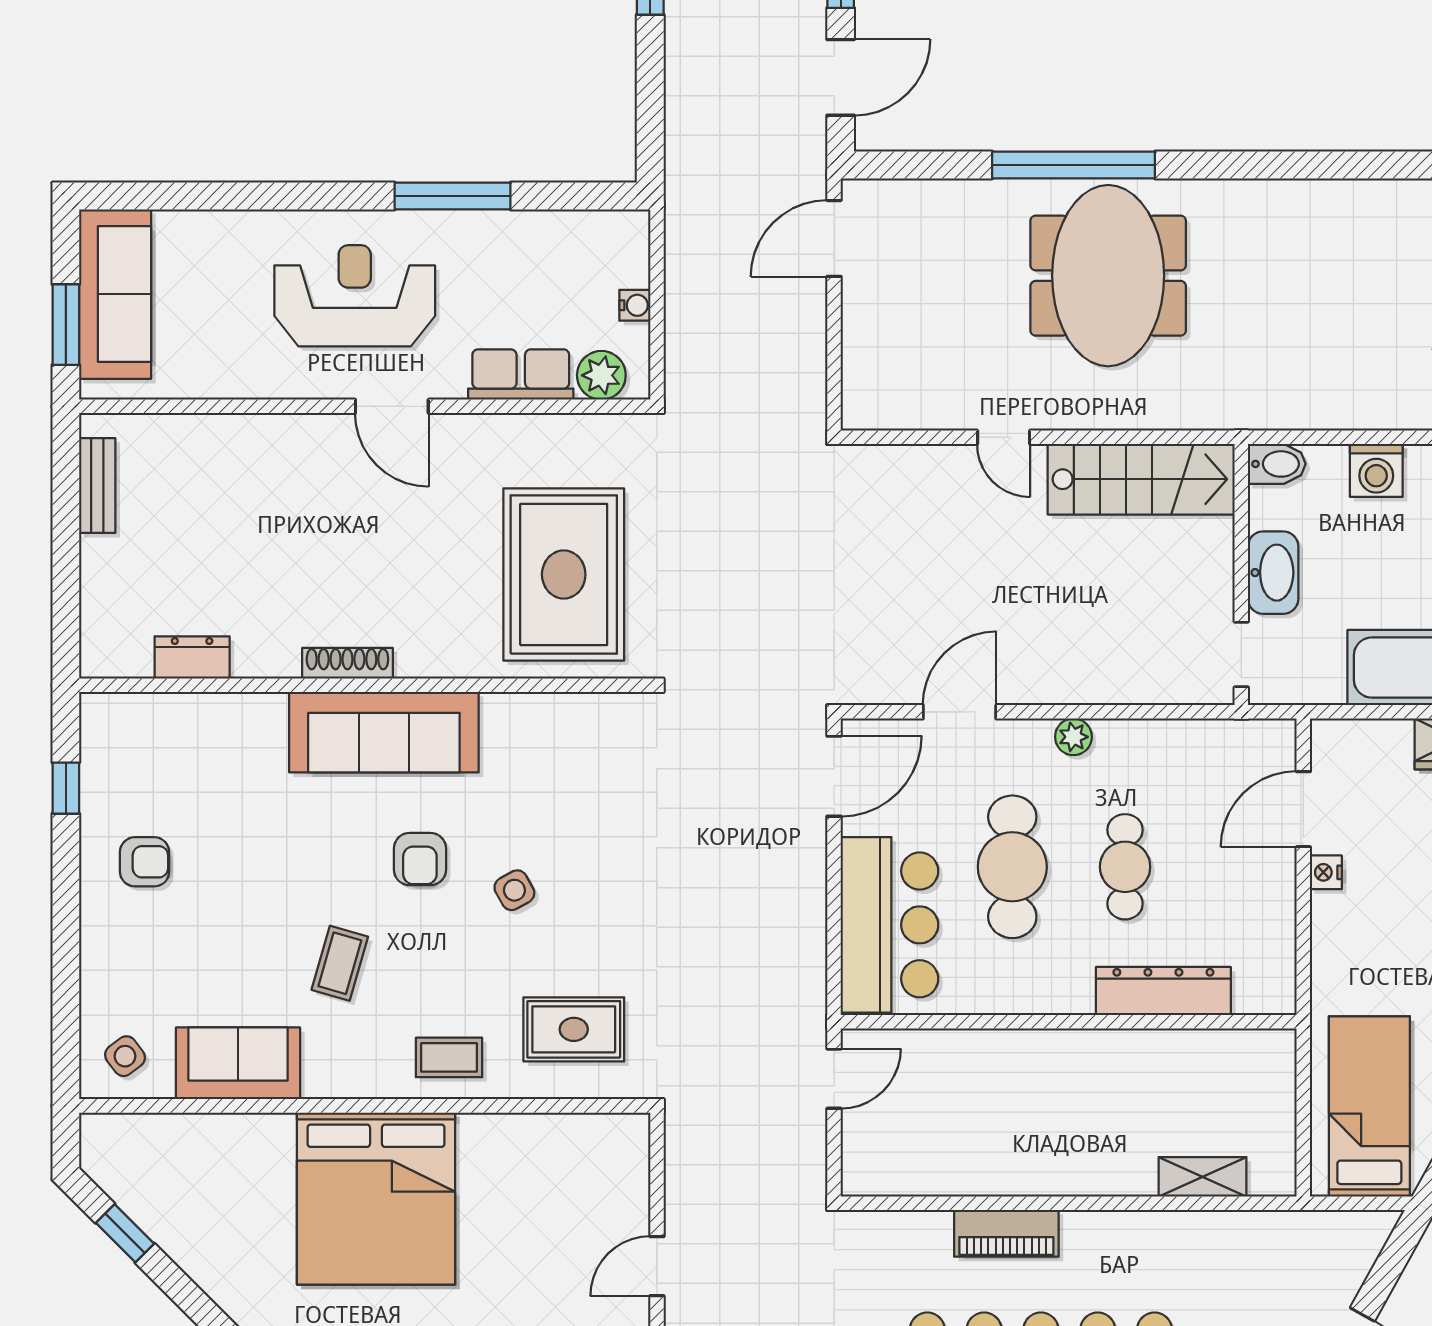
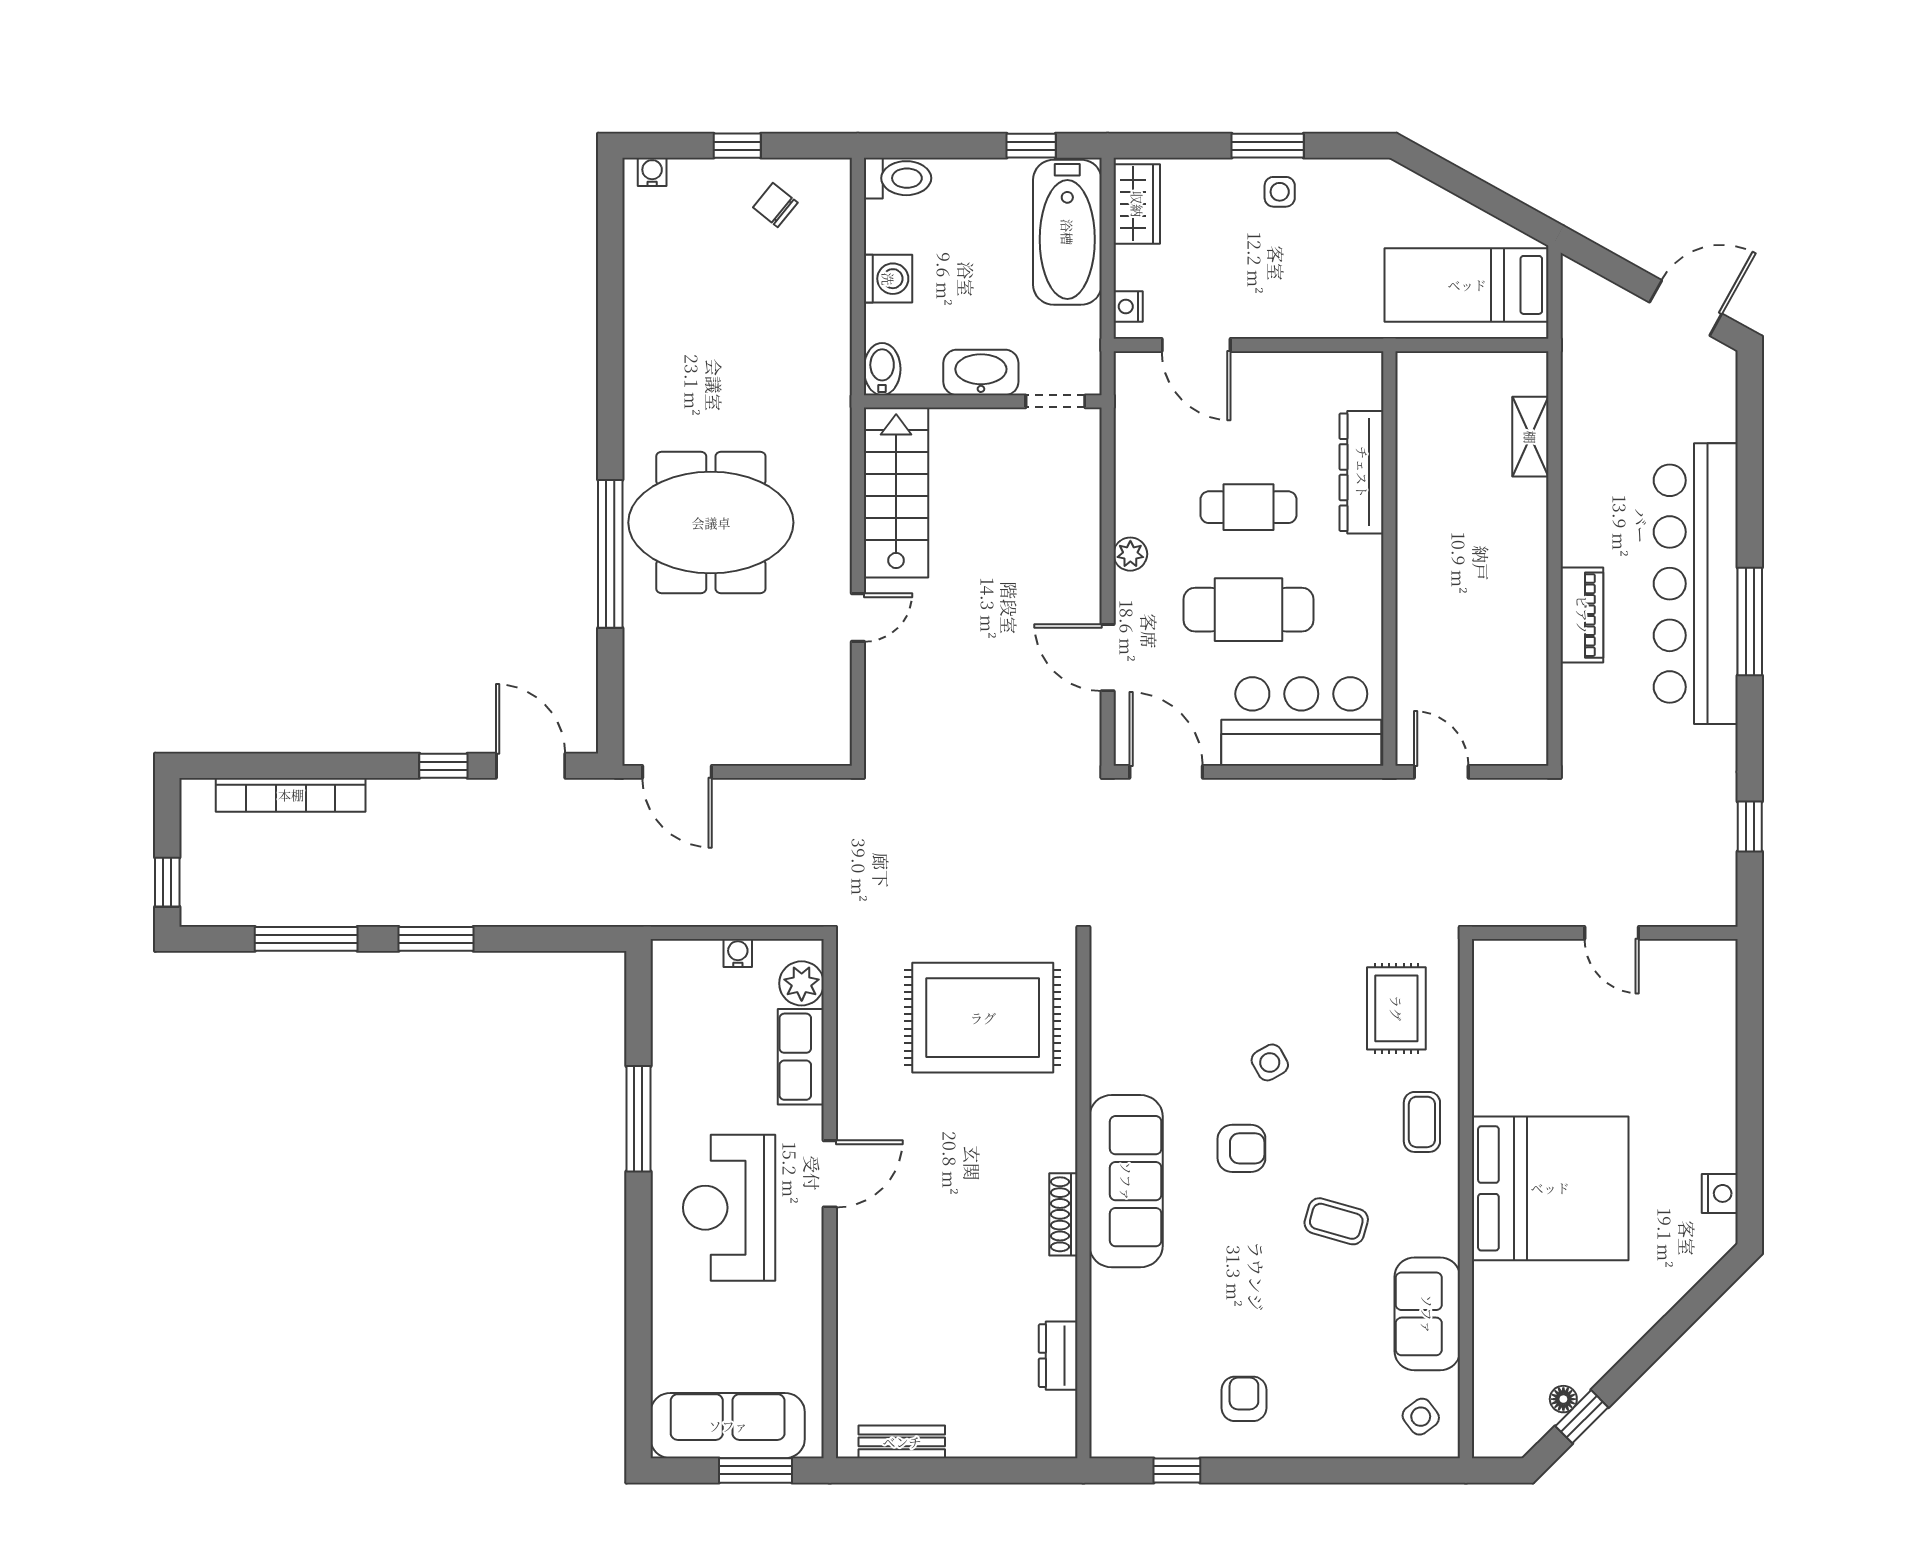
nightstand: (1326, 872) -> (1128, 306), moved, turned 90
floor lamp: (144, 1213) -> (1563, 1399), added

